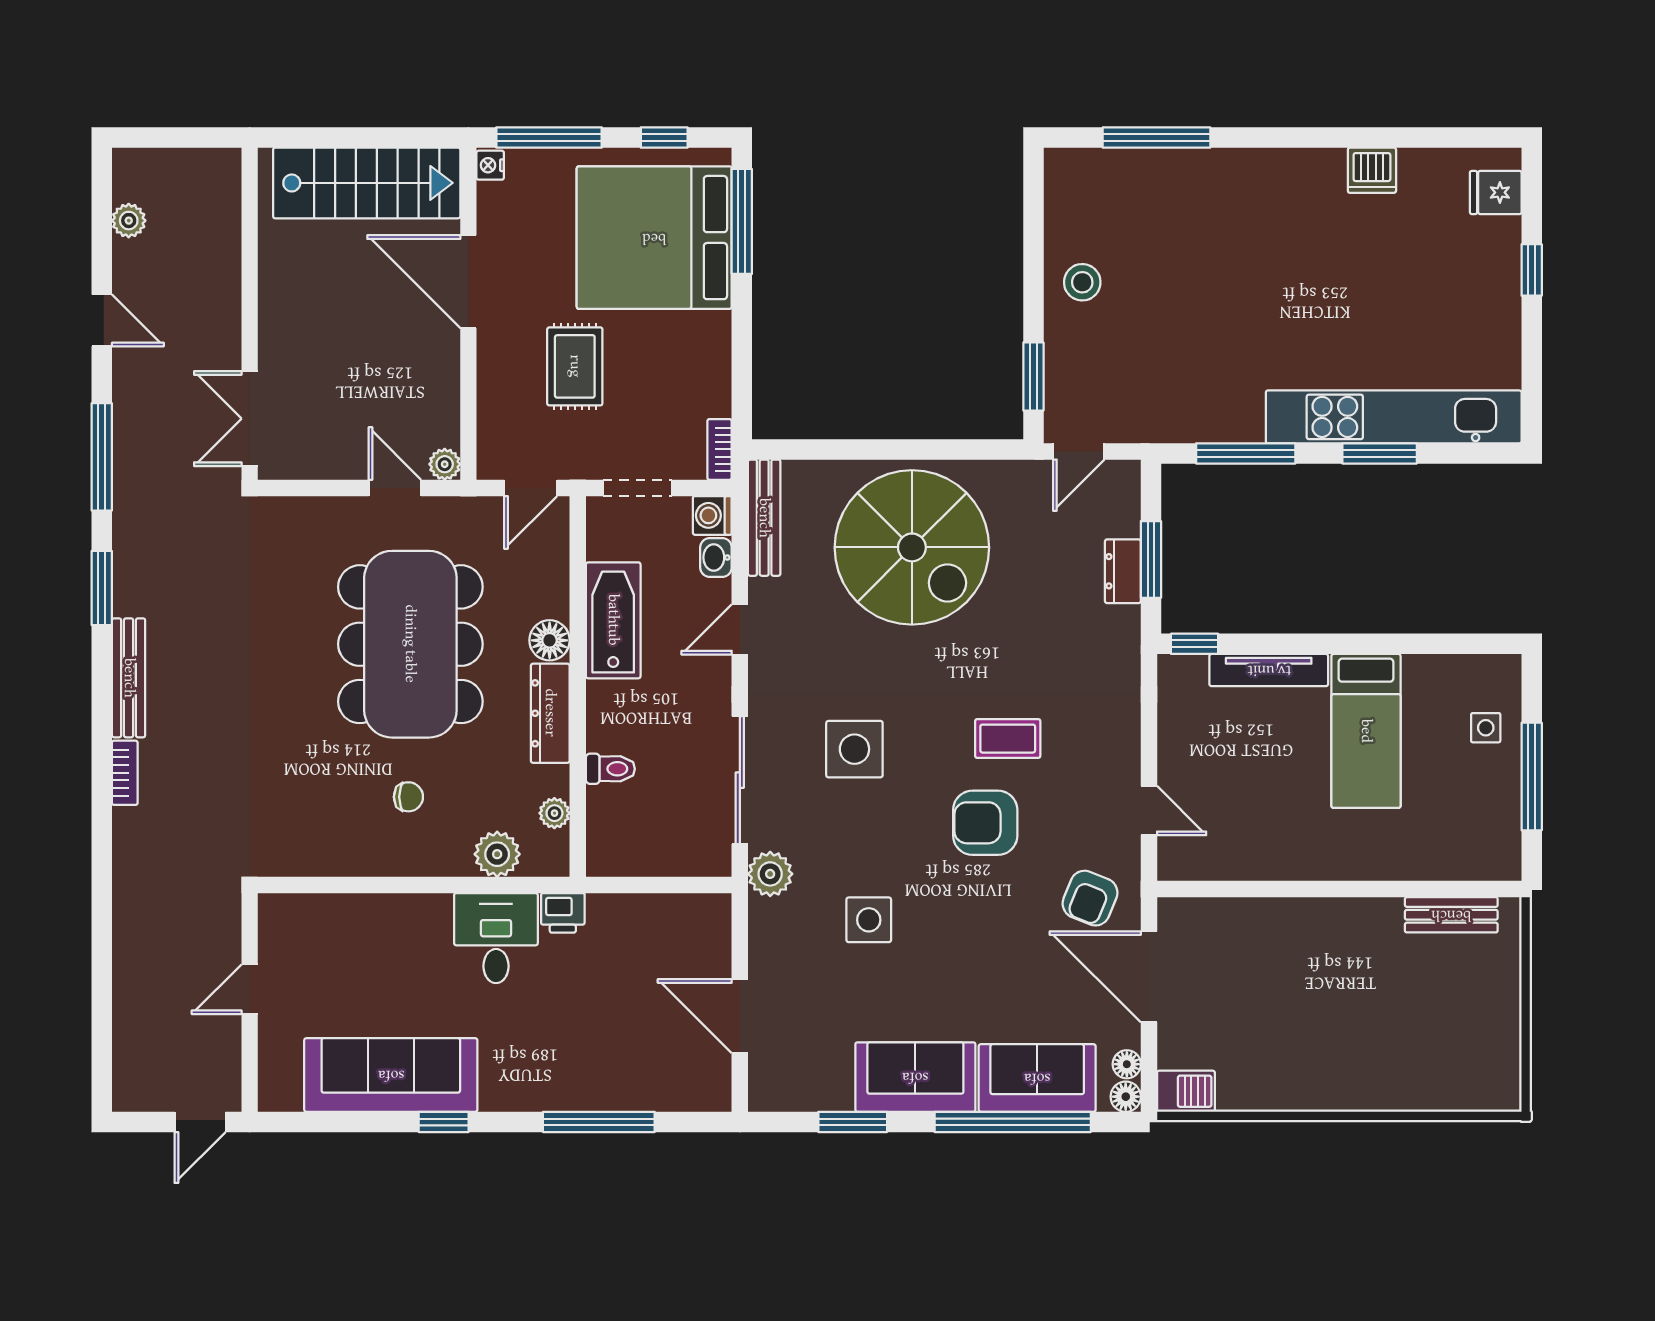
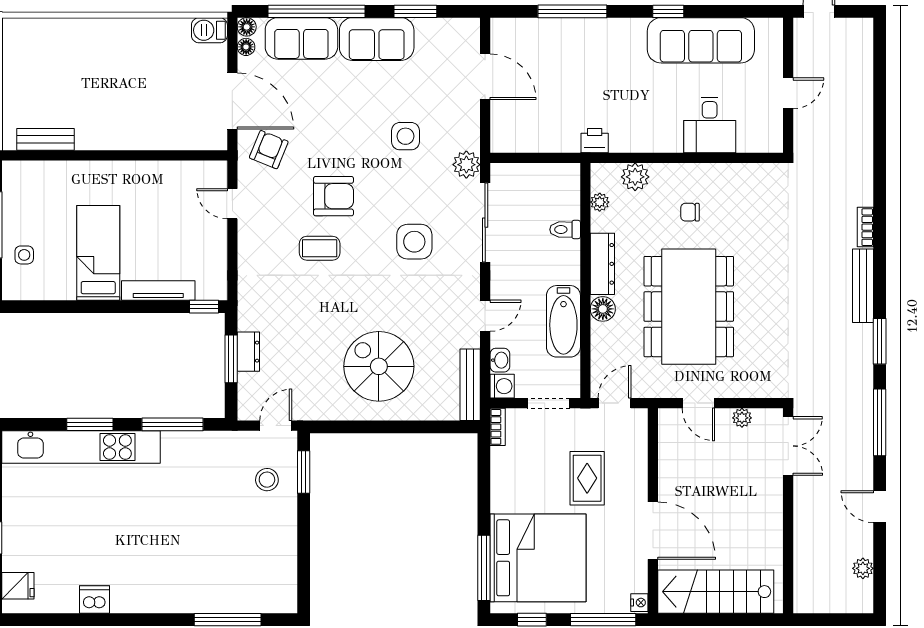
stool: (1082, 282) -> (267, 480), moved
plant: (445, 464) -> (742, 418), moved
spiral stairs: (912, 547) -> (379, 366), width x0.73, depth x0.73
desk: (496, 938) -> (710, 125), moved

